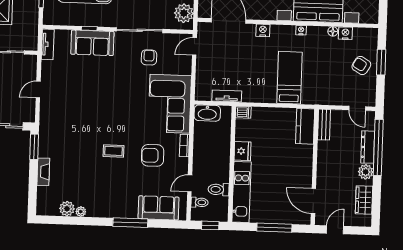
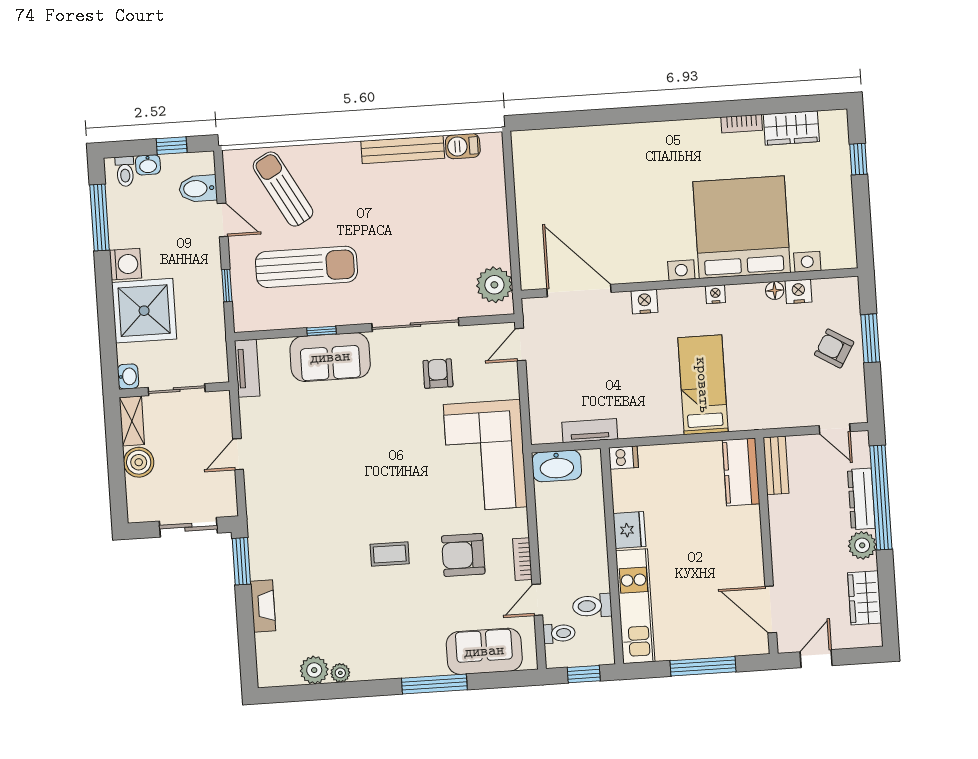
bookcase: (184, 146) -> (522, 559), moved

